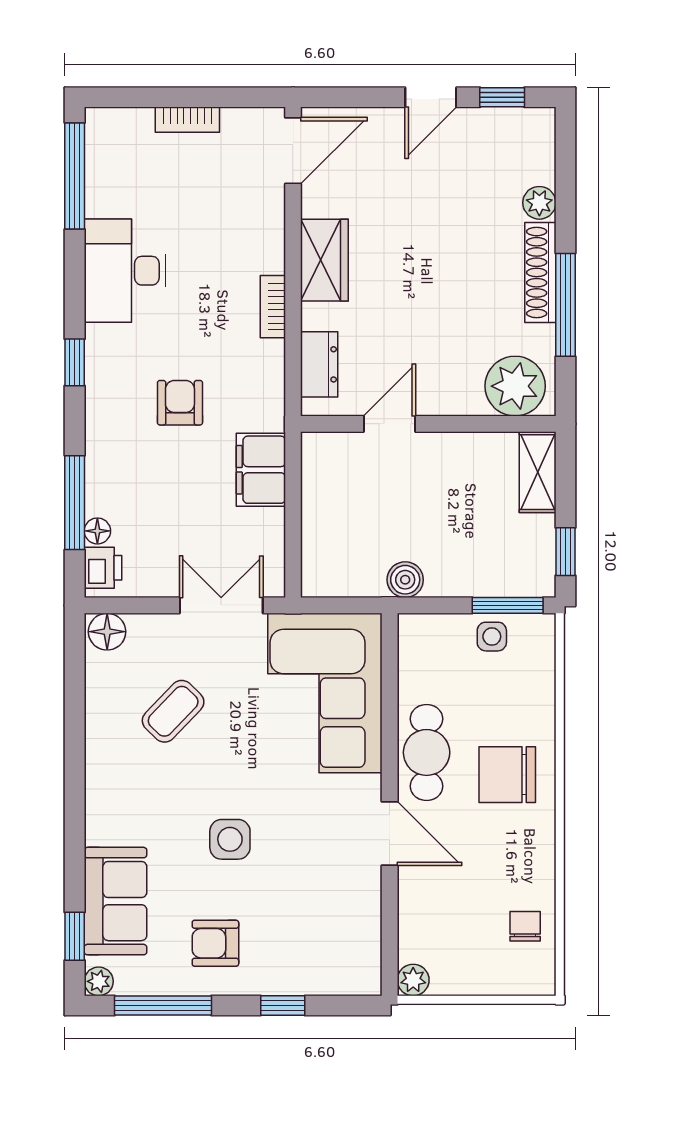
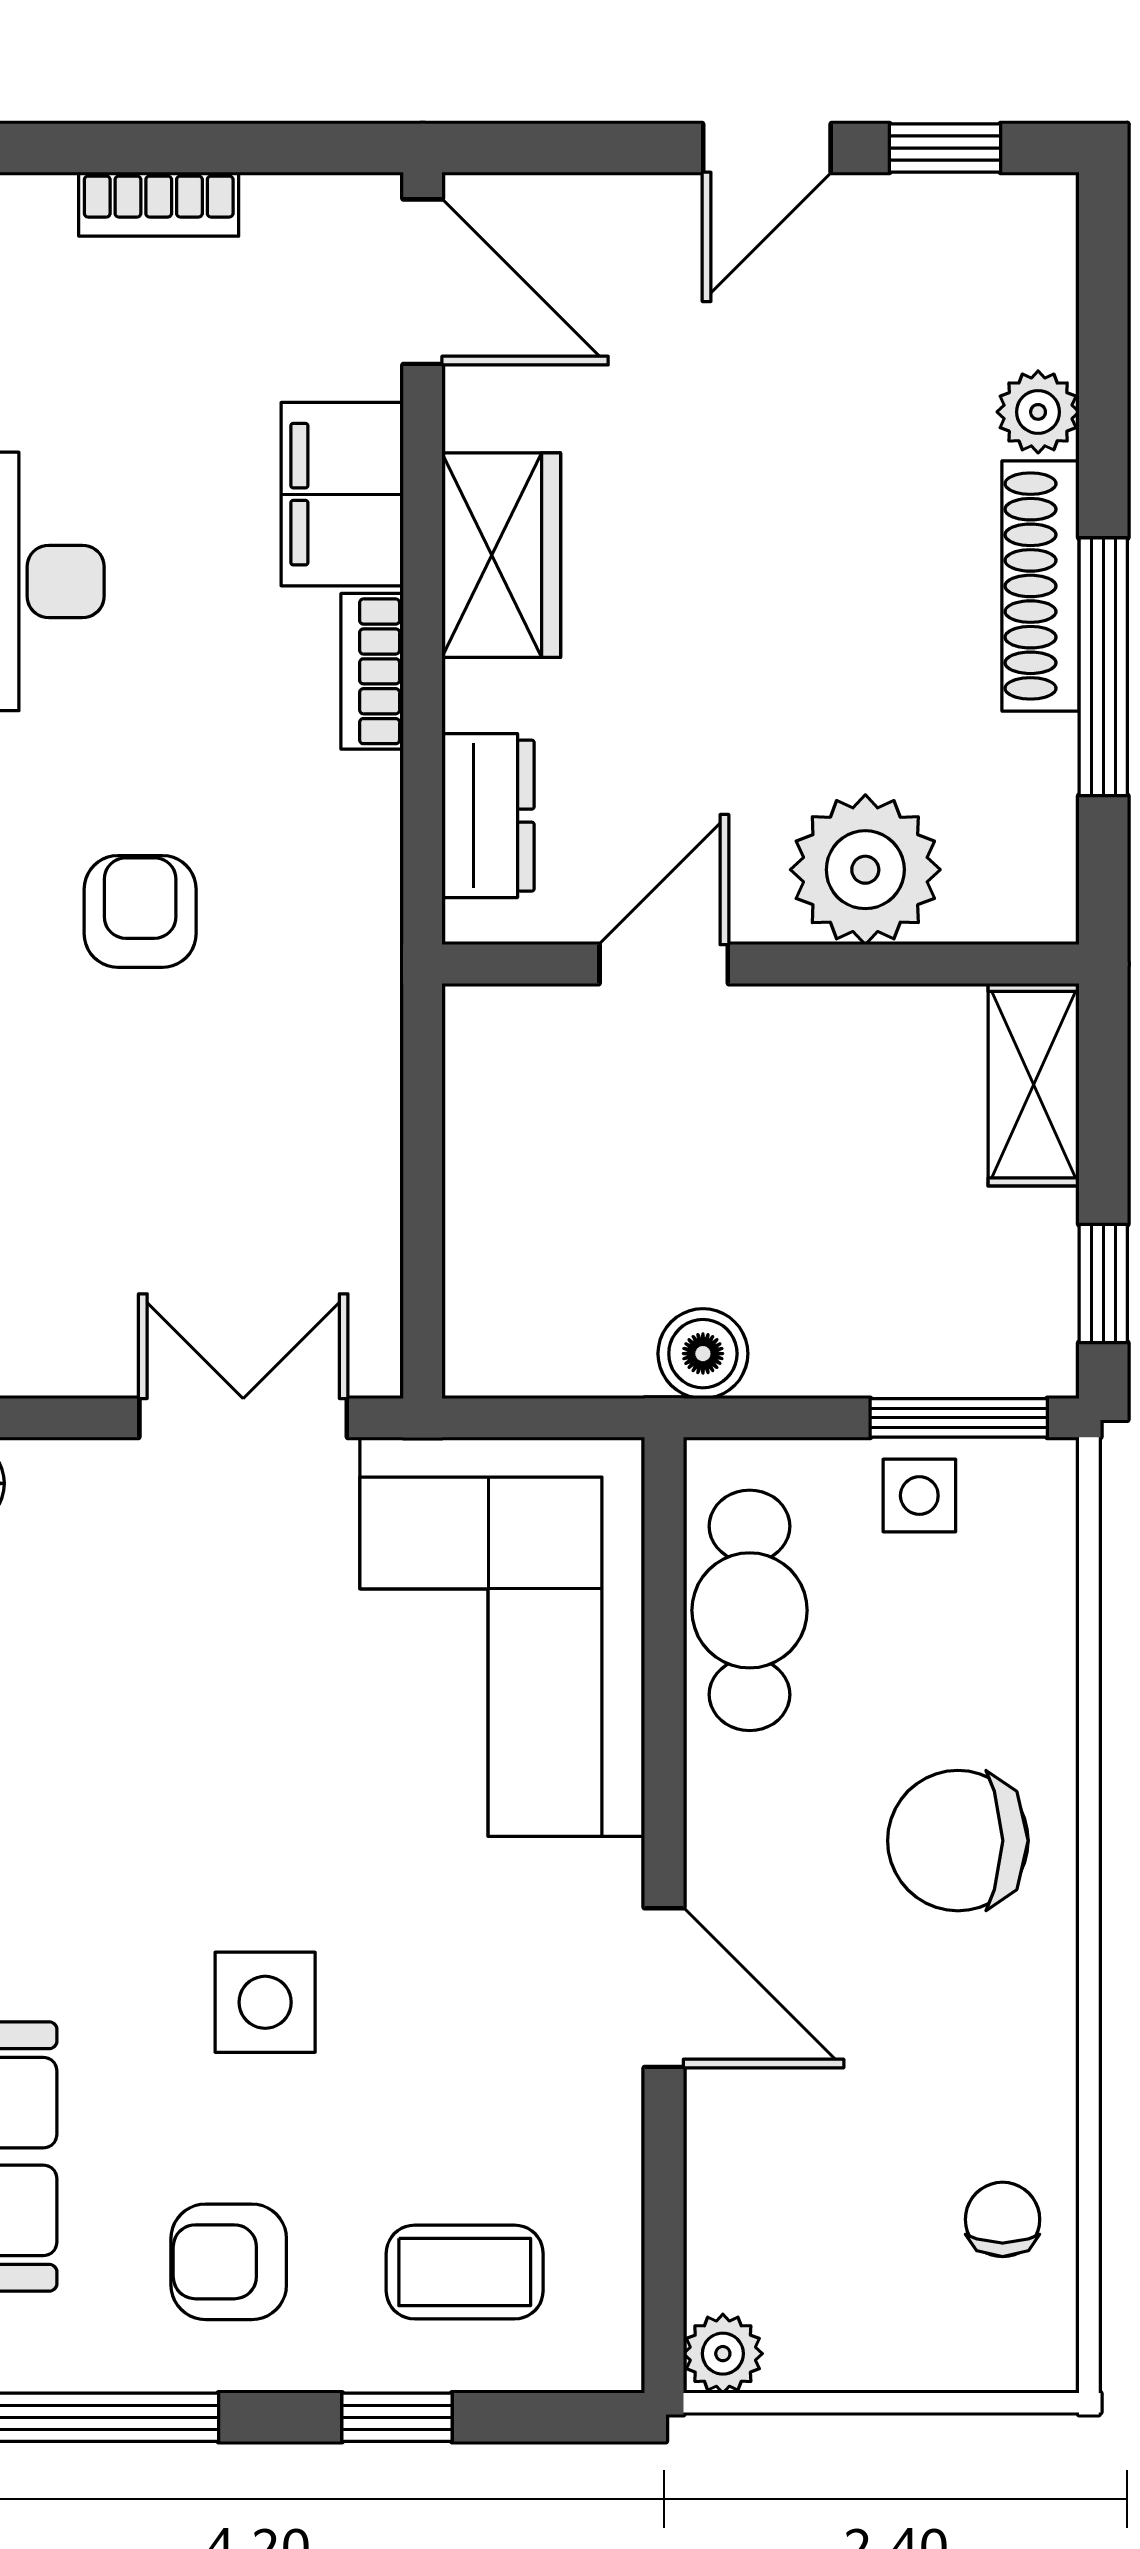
door: (293, 151) -> (423, 282), hinge flipped
plant: (515, 386) -> (865, 870), moved
filing cabinet: (261, 470) -> (342, 494), moved
coffee table: (173, 711) -> (465, 2272), moved, turned 46
cafe table: (427, 752) -> (750, 1610), moved

